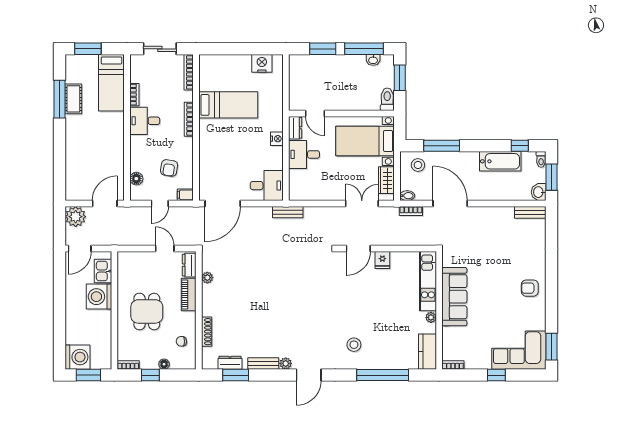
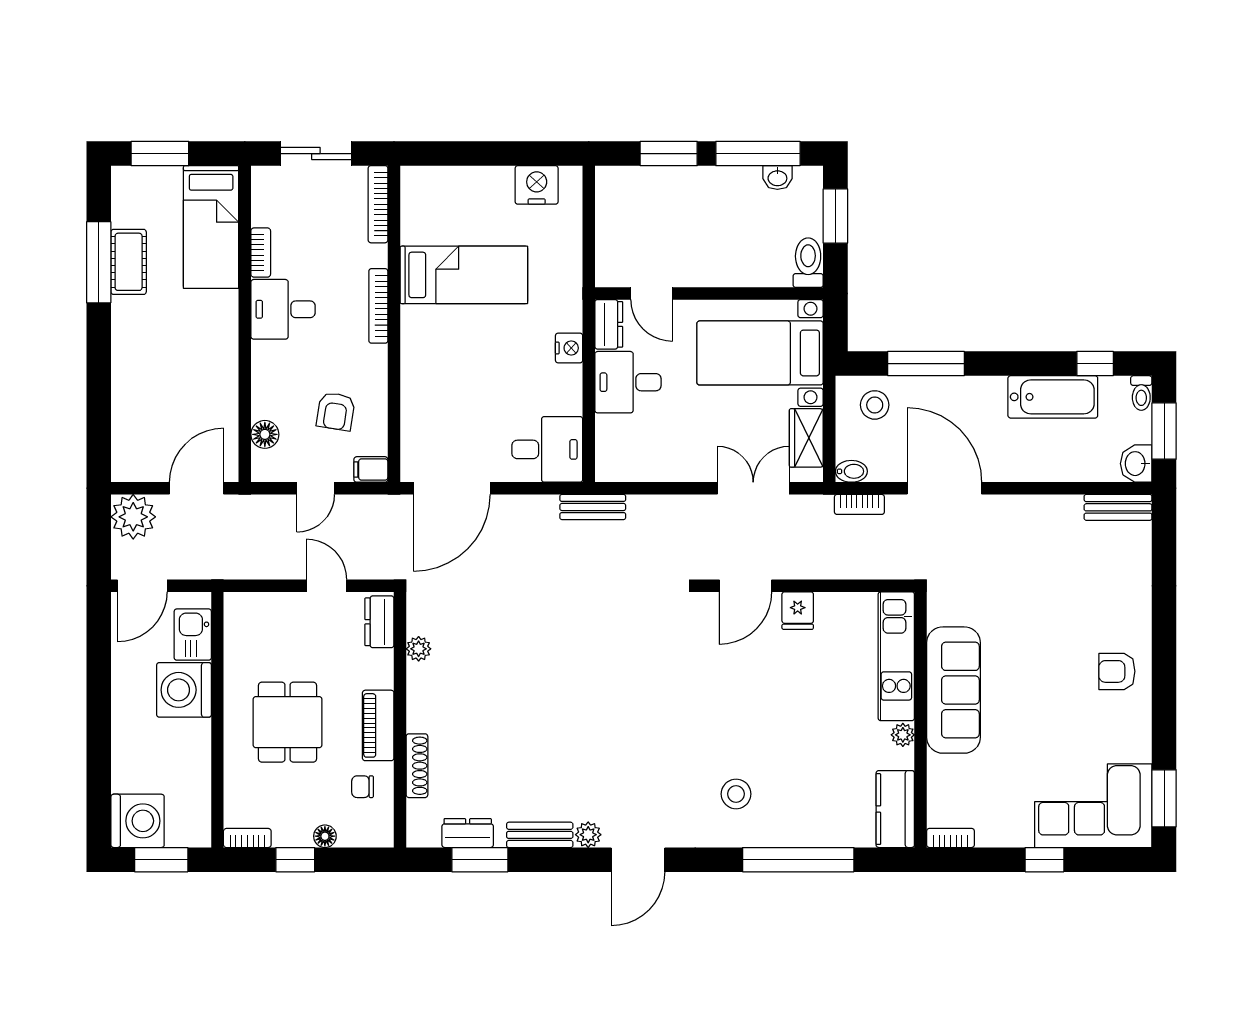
piano: (189, 295) -> (378, 725), moved

